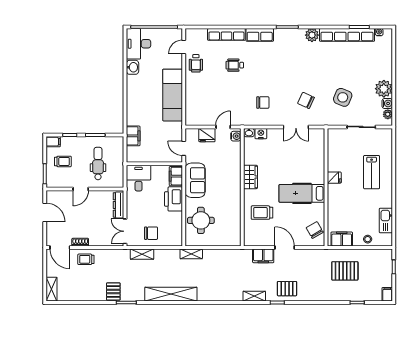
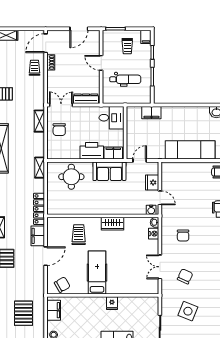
locker: (235, 255) -> (39, 209), added

